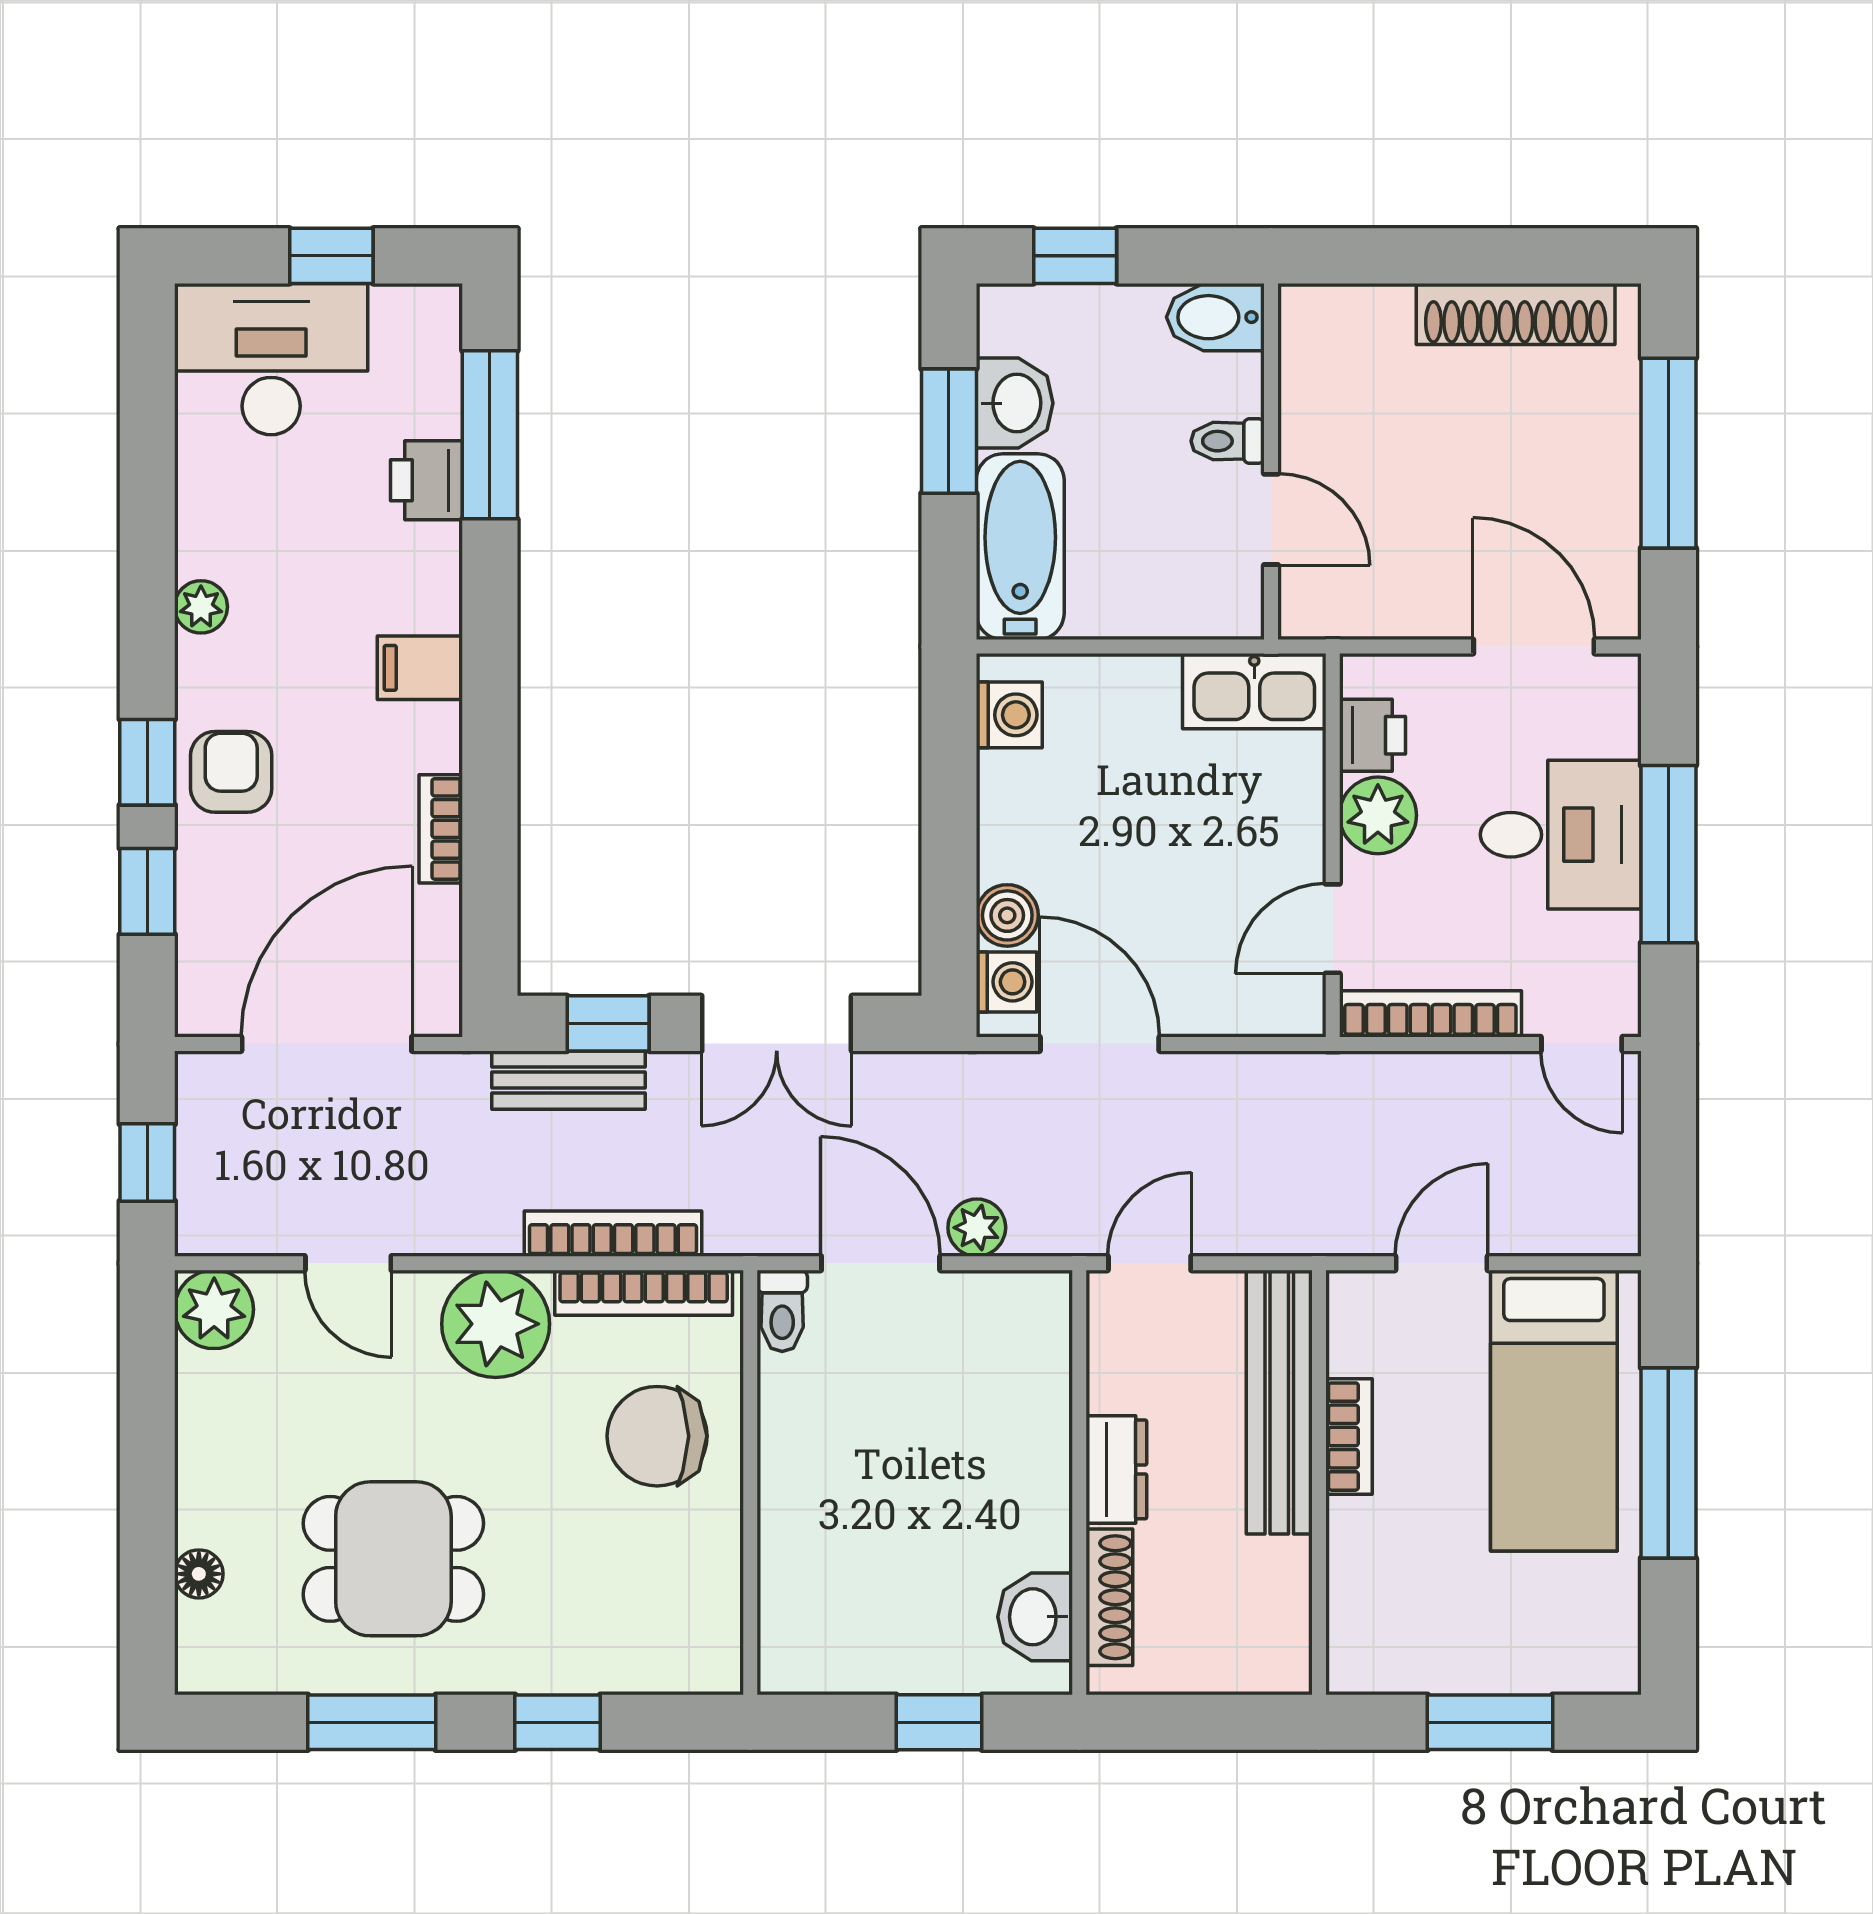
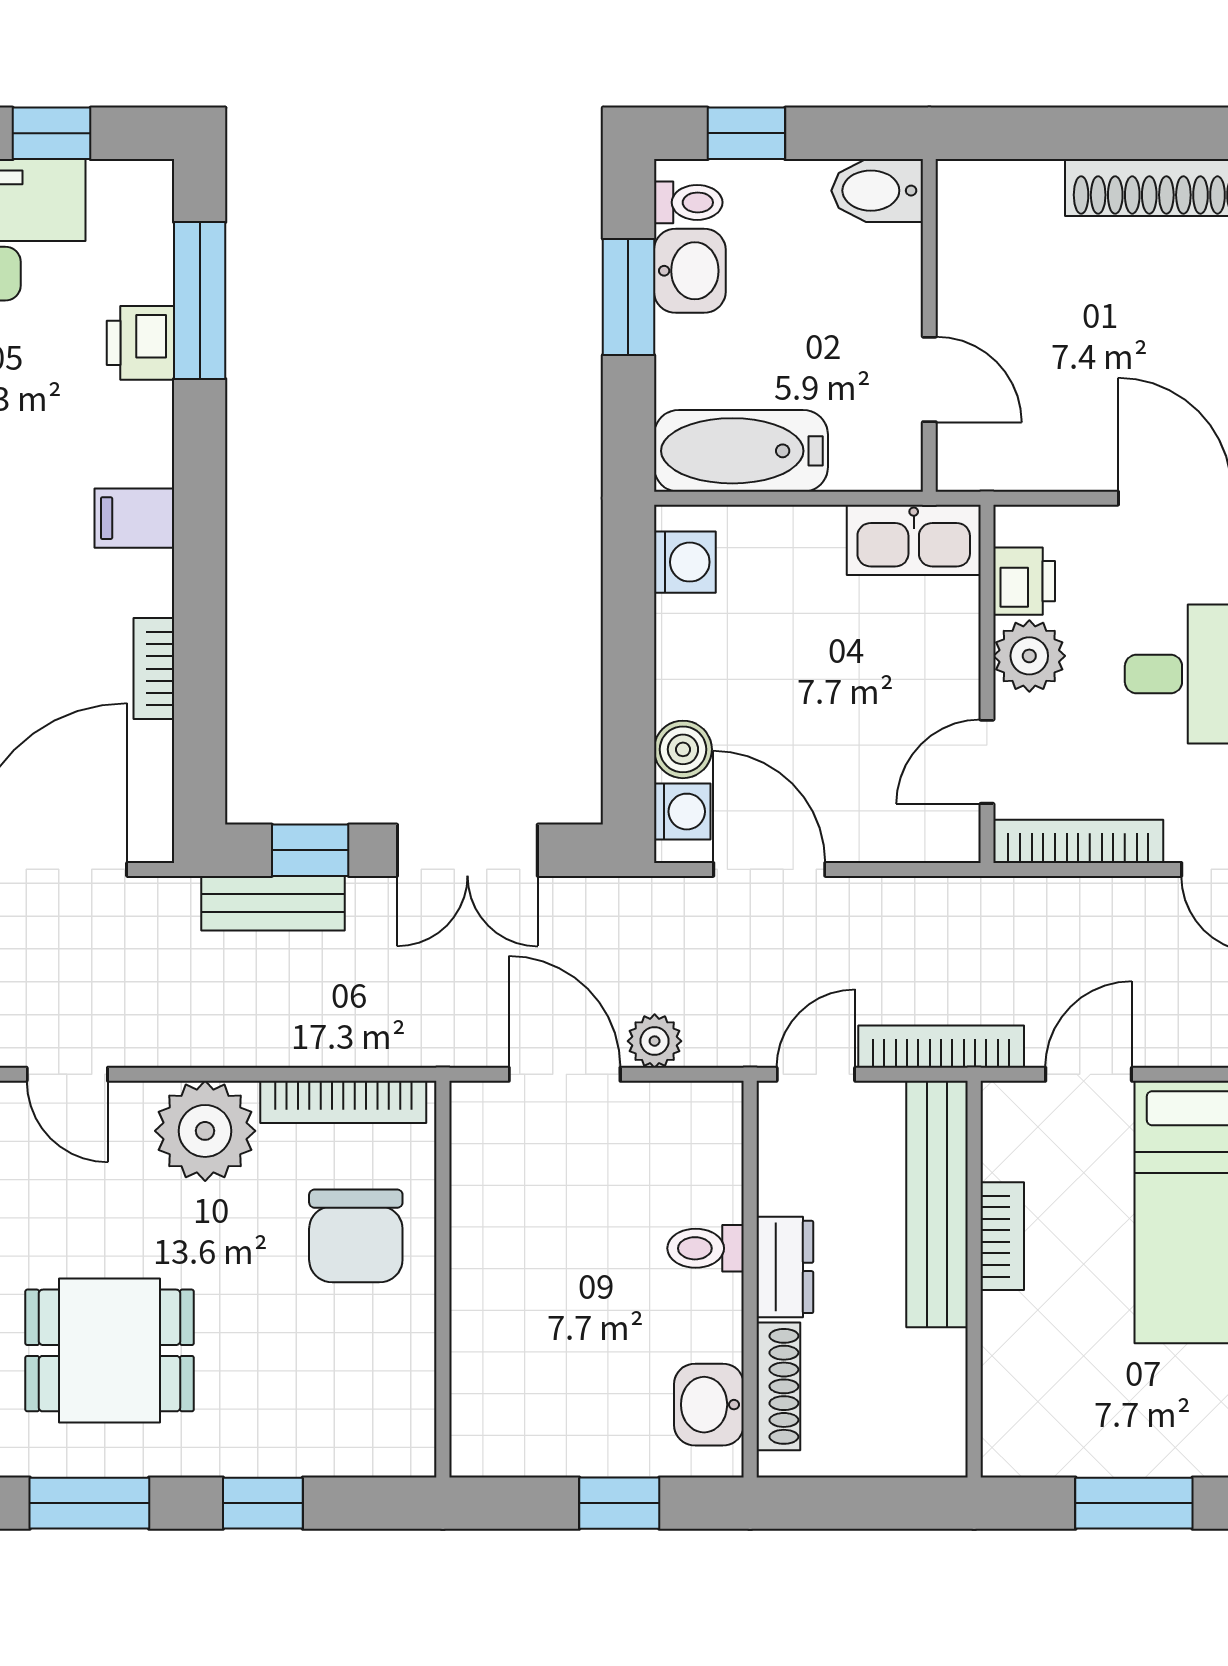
toilet: (1228, 441) -> (688, 202), moved, turned 180
bathtub: (1020, 547) -> (741, 451), moved, turned -90
bookcase: (613, 1234) -> (941, 1047), moved
toilet: (782, 1311) -> (706, 1248), moved, turned 90
chair: (657, 1436) -> (356, 1236), turned -90

